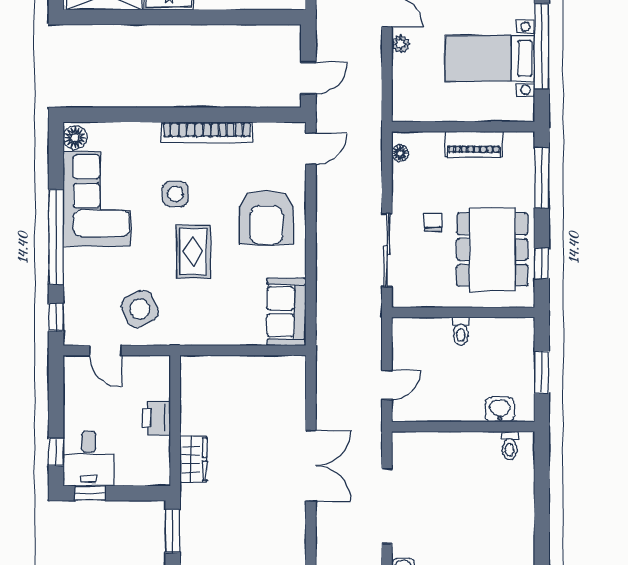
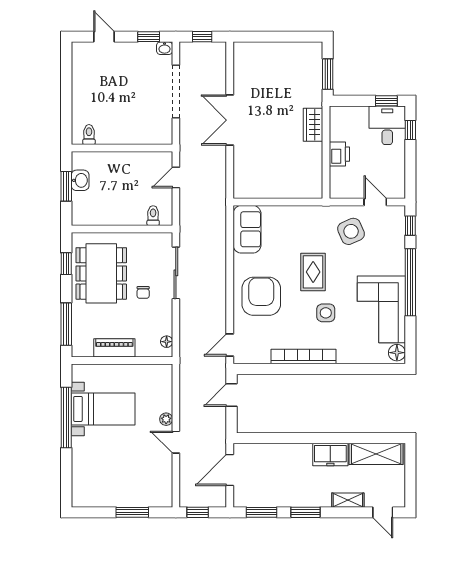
toilet: (461, 331) -> (153, 216), moved
washbasin: (500, 409) -> (80, 180), moved, turned -90

